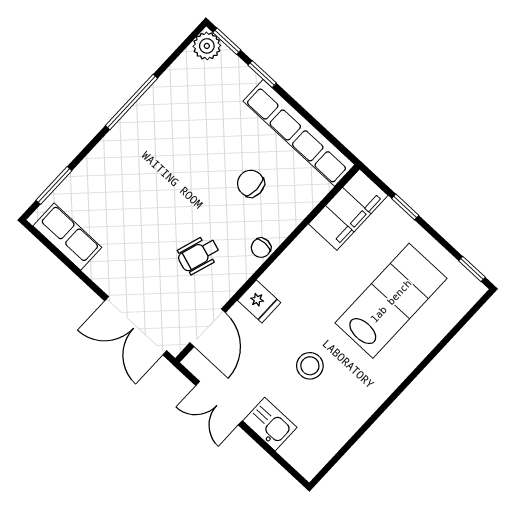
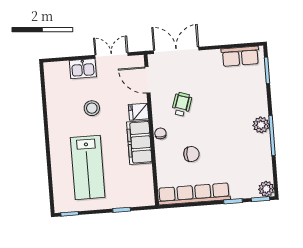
plant: (131, 129) -> (261, 125), added
filing cabinet: (348, 210) -> (139, 142), moved

